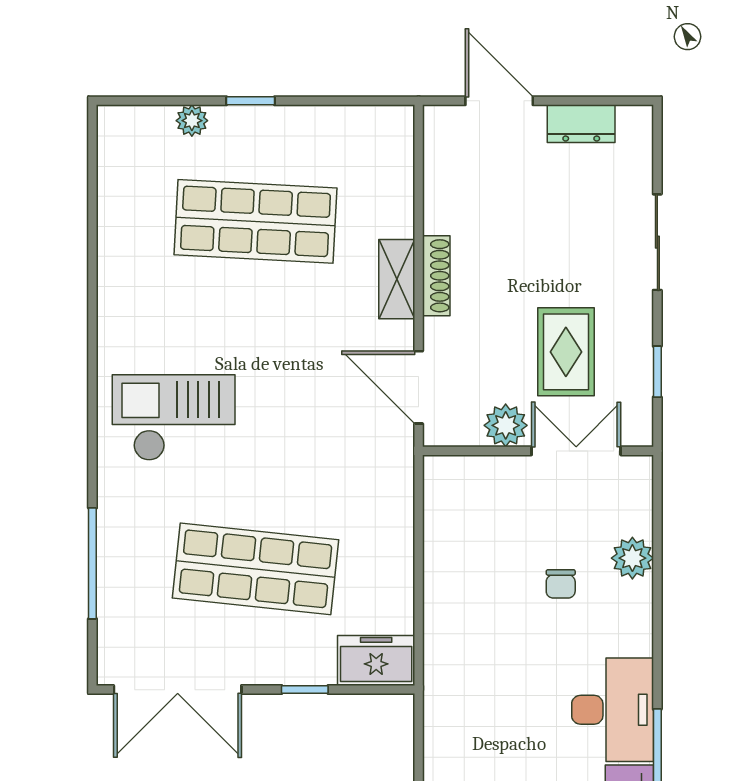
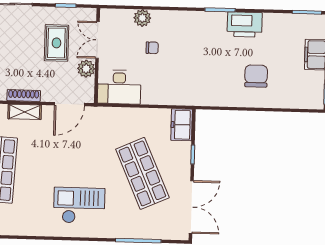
rug: (566, 352) -> (56, 43), turned 90
checkout: (174, 418) -> (79, 205), turned 90
shop shelf: (256, 569) -> (142, 173), turned -30
desk: (613, 710) -> (119, 87), moved, turned 180

